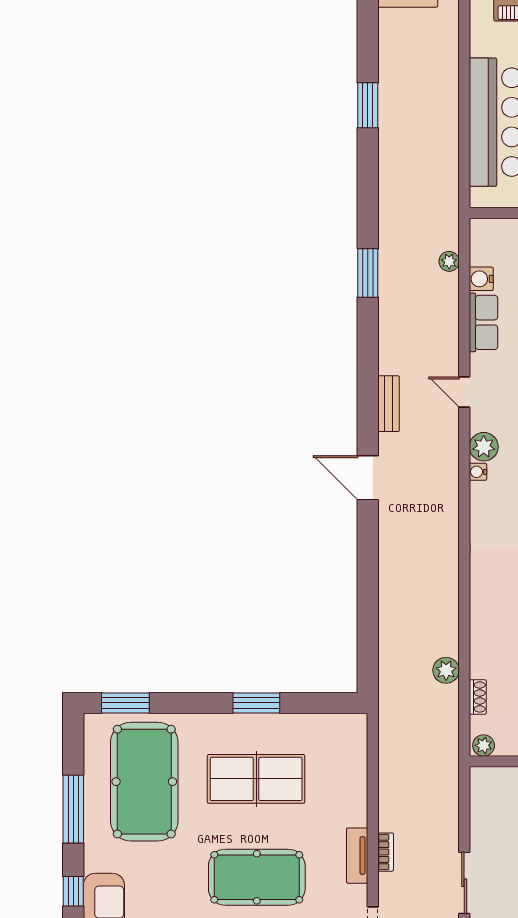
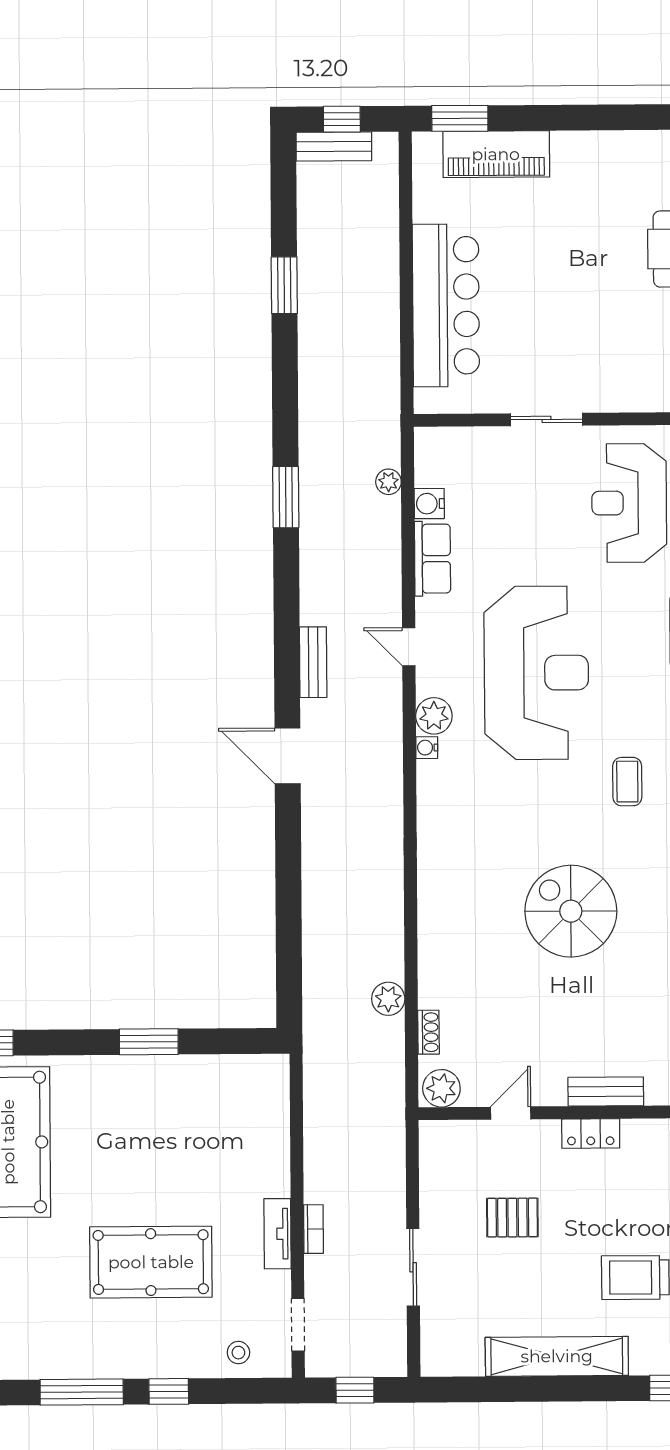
plant: (484, 745) -> (441, 1088), width x1.38, depth x1.38
table tennis table: (256, 779) -> (149, 1138), removed

